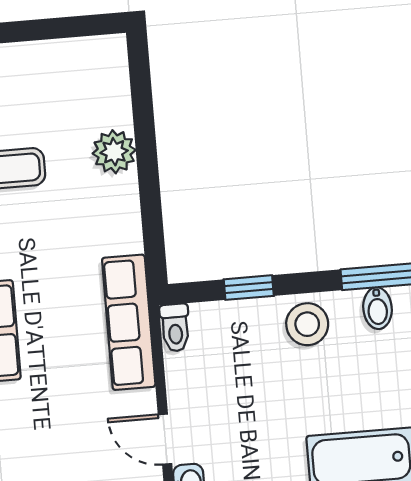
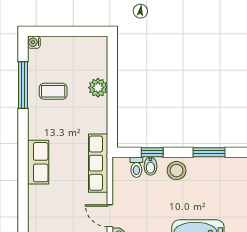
bidet: (378, 308) -> (150, 166), moved
toilet: (175, 328) -> (136, 167), moved

